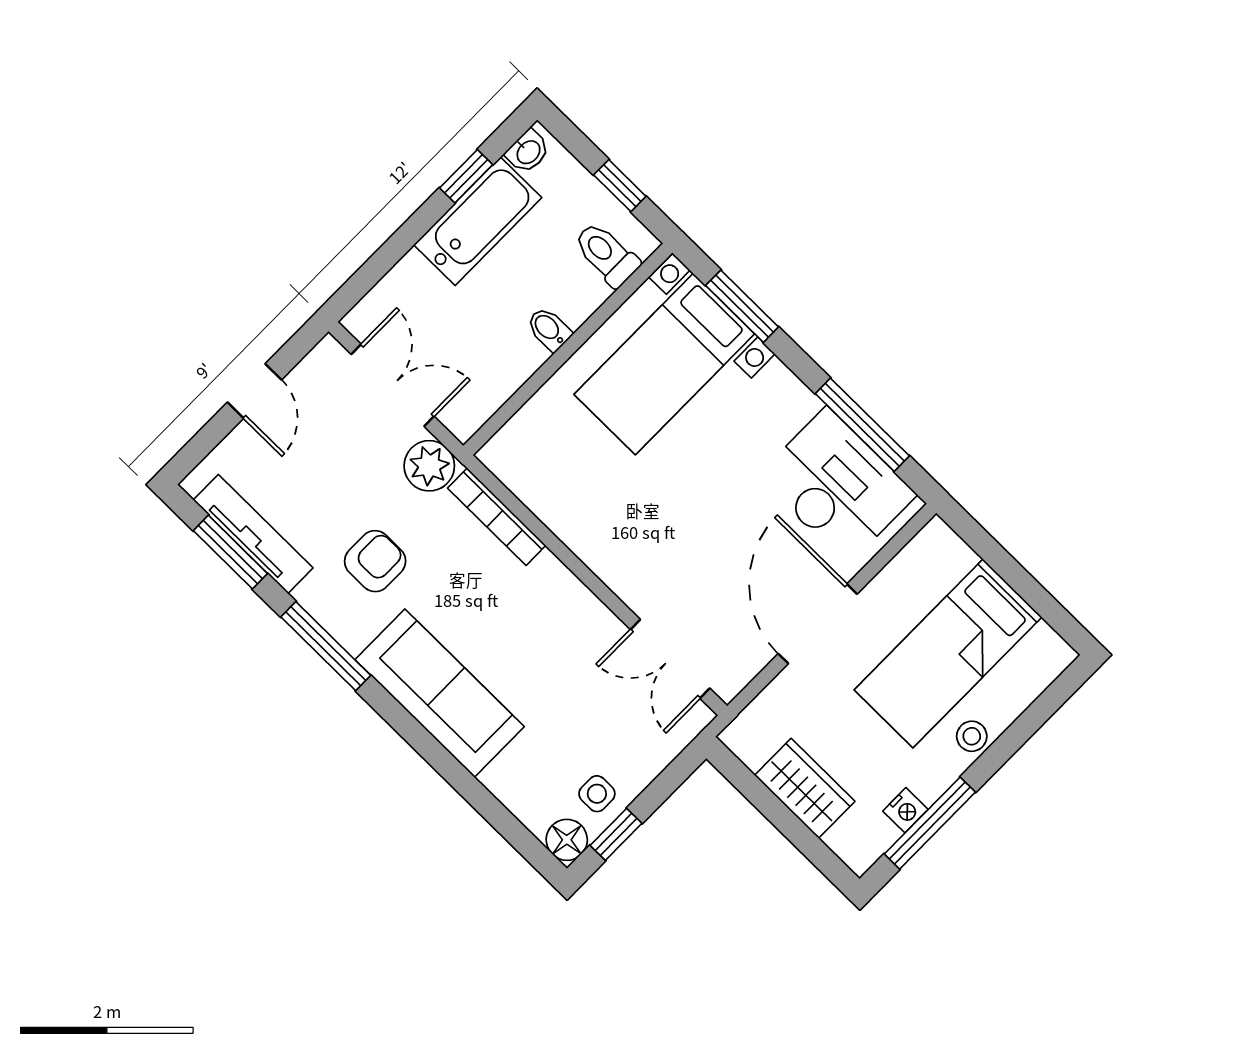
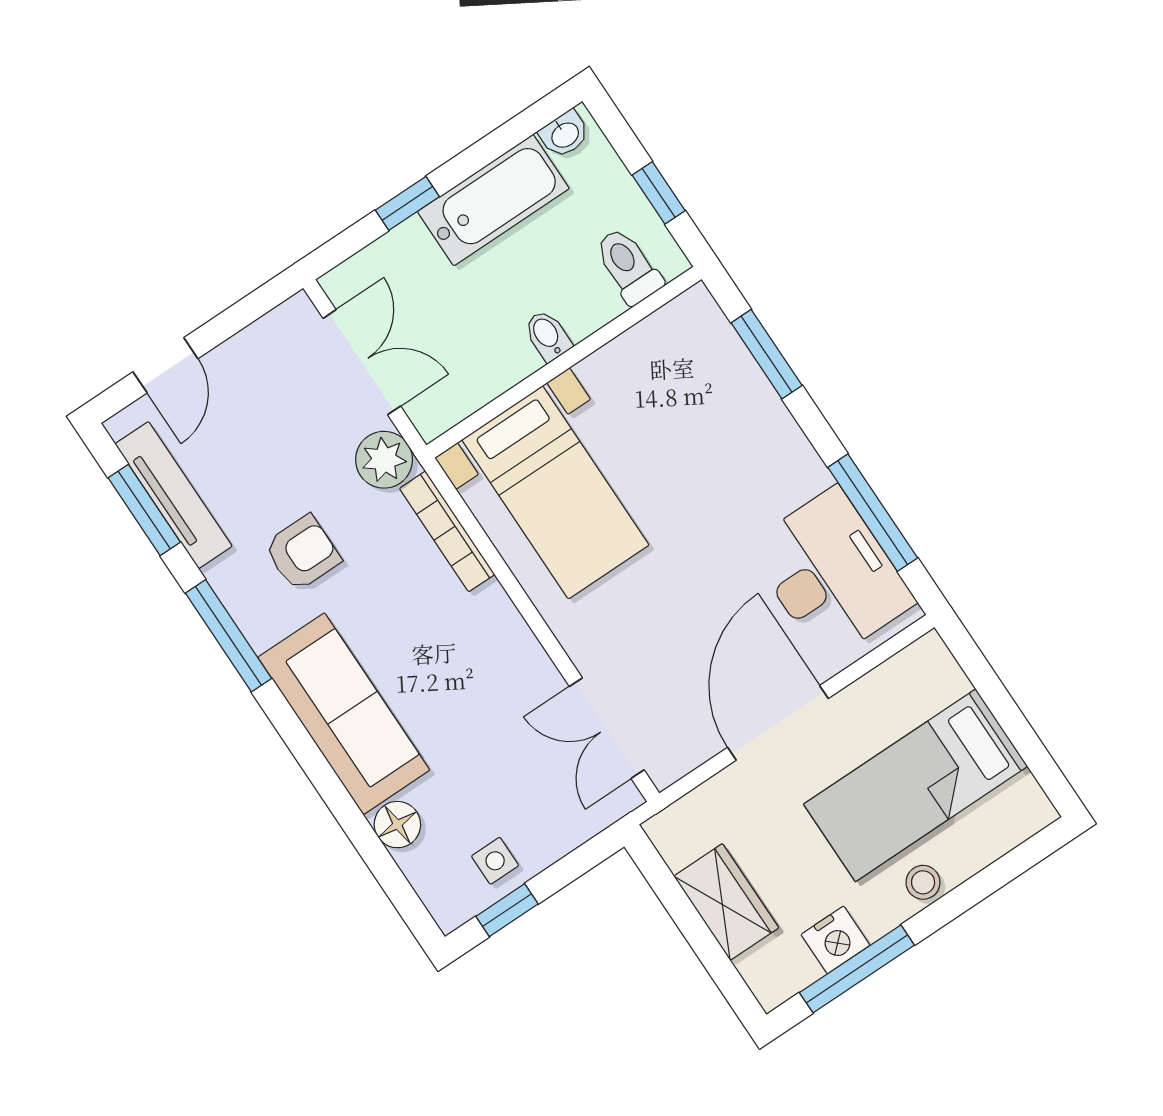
window: (466, 176) -> (407, 203), moved
bed with nightstands: (664, 364) -> (555, 492), moved, turned -90
door: (254, 391) -> (165, 365), moved
nightstand: (905, 810) -> (835, 940), width x1.39, depth x1.35
floor lamp: (567, 840) -> (397, 825), moved

